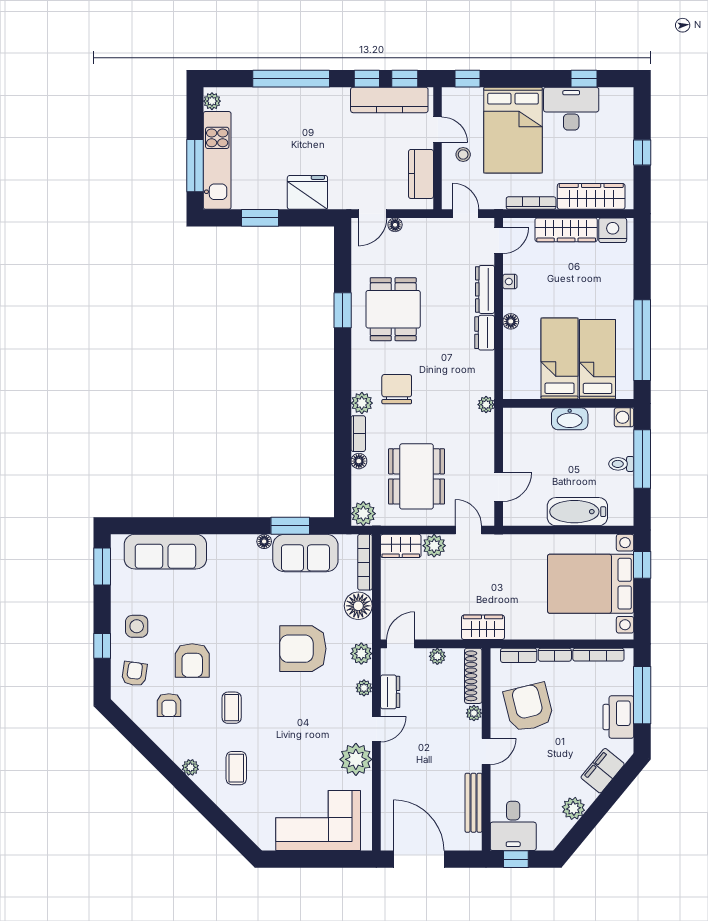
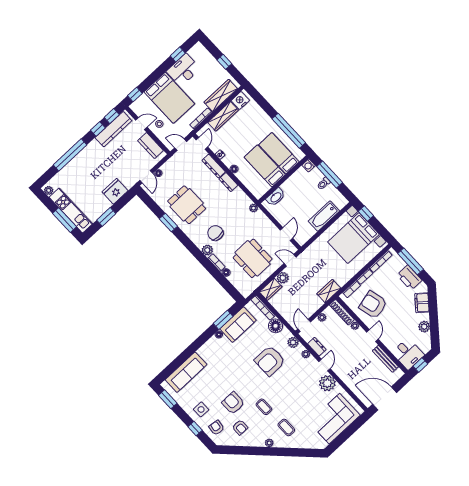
washbasin: (570, 419) -> (276, 197), moved
plant: (363, 514) -> (246, 290), removed
armchair: (192, 660) -> (233, 403), turned 180

